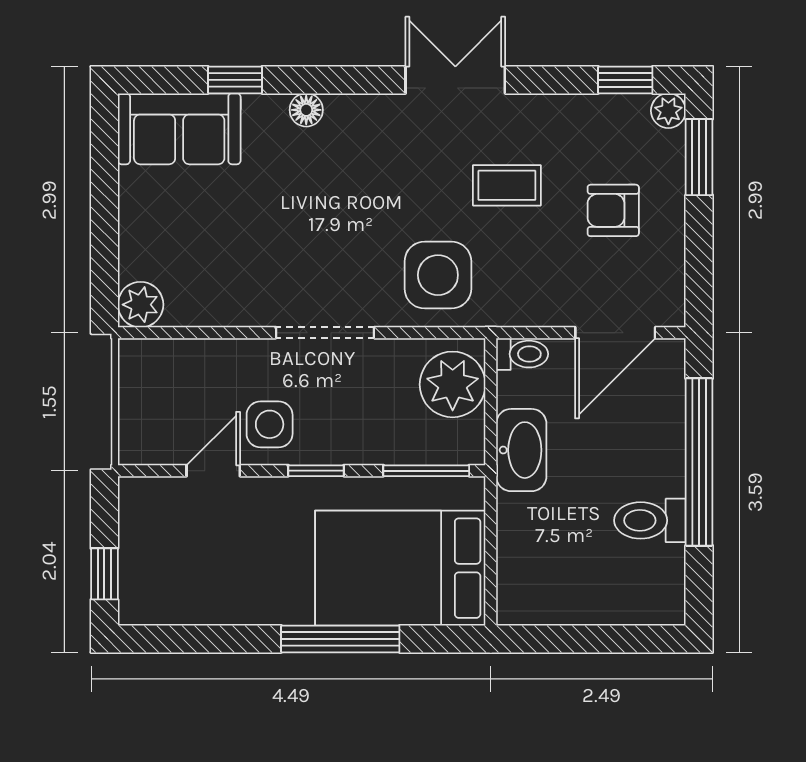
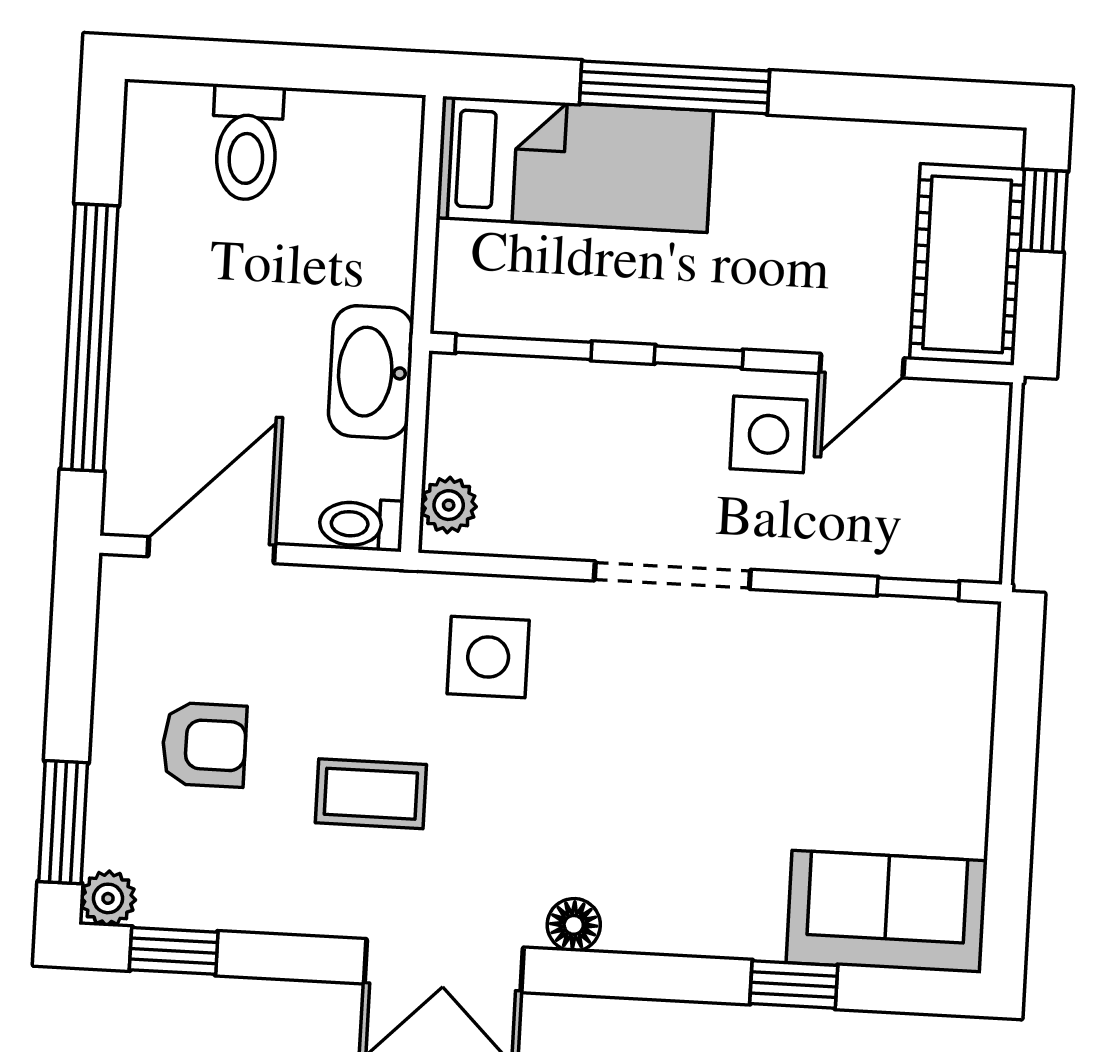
floor lamp: (306, 110) -> (574, 925), moved
side table: (438, 275) -> (488, 657), width x0.73, depth x0.73
plant: (141, 305) -> (963, 636), removed
window: (170, 333) -> (918, 588), added
plant: (453, 384) -> (449, 505), width x0.53, depth x0.53
toilet: (650, 520) -> (247, 143), moved, turned 90
cot: (151, 538) -> (967, 264), added
bed: (400, 568) -> (575, 164), width x0.67

